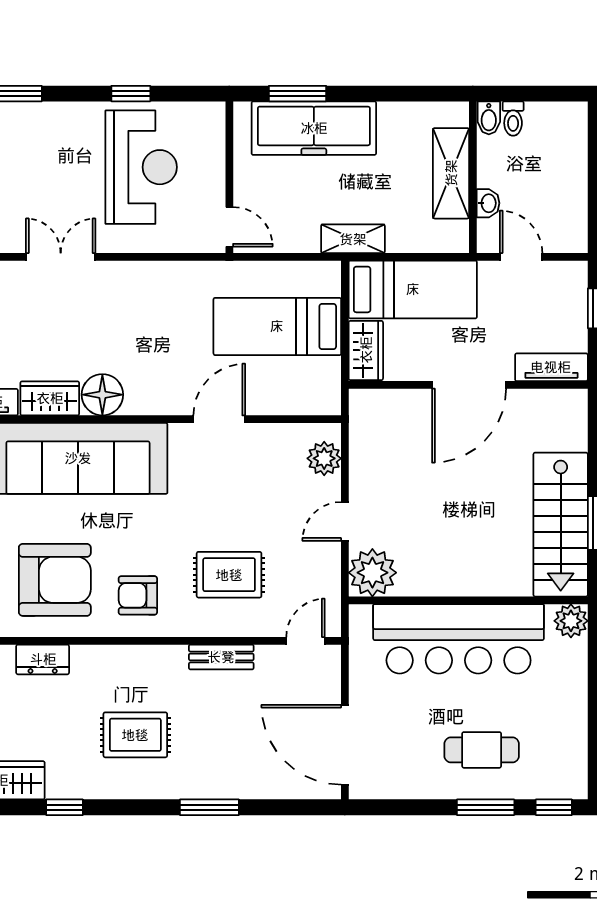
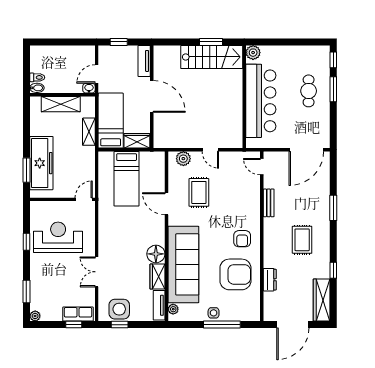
washbasin: (488, 203) -> (89, 88), moved
shelving: (353, 239) -> (89, 132), moved
plant: (372, 573) -> (232, 138), removed
rug: (229, 575) -> (199, 192), moved
armchair: (55, 580) -> (235, 274), turned 90

